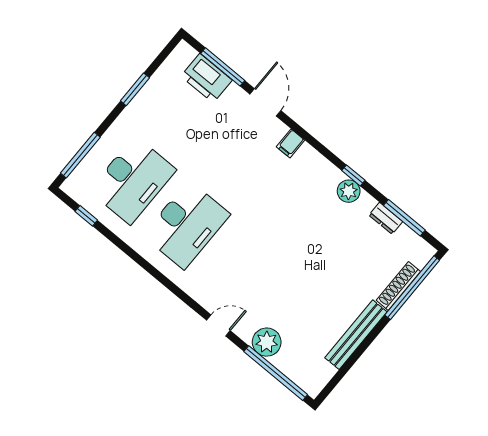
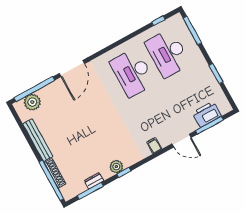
door: (218, 325) -> (72, 68), width x1.87
plant: (267, 342) -> (32, 102), moved

